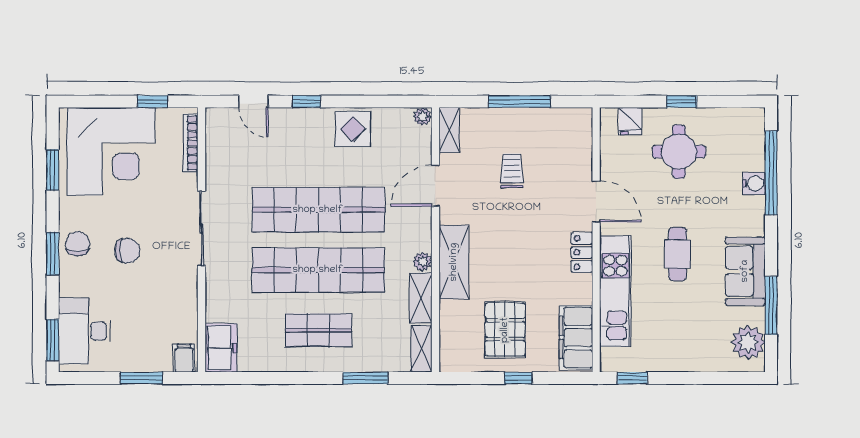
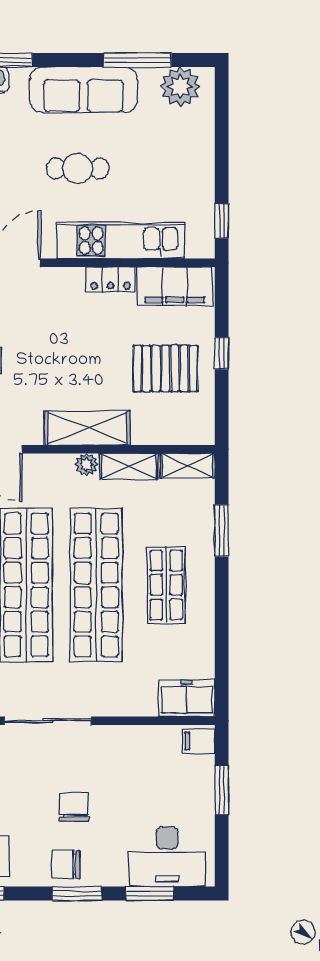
locker: (582, 252) -> (110, 279), moved
sofa: (745, 271) -> (83, 90), width x1.36
window: (53, 340) -> (150, 893), moved

